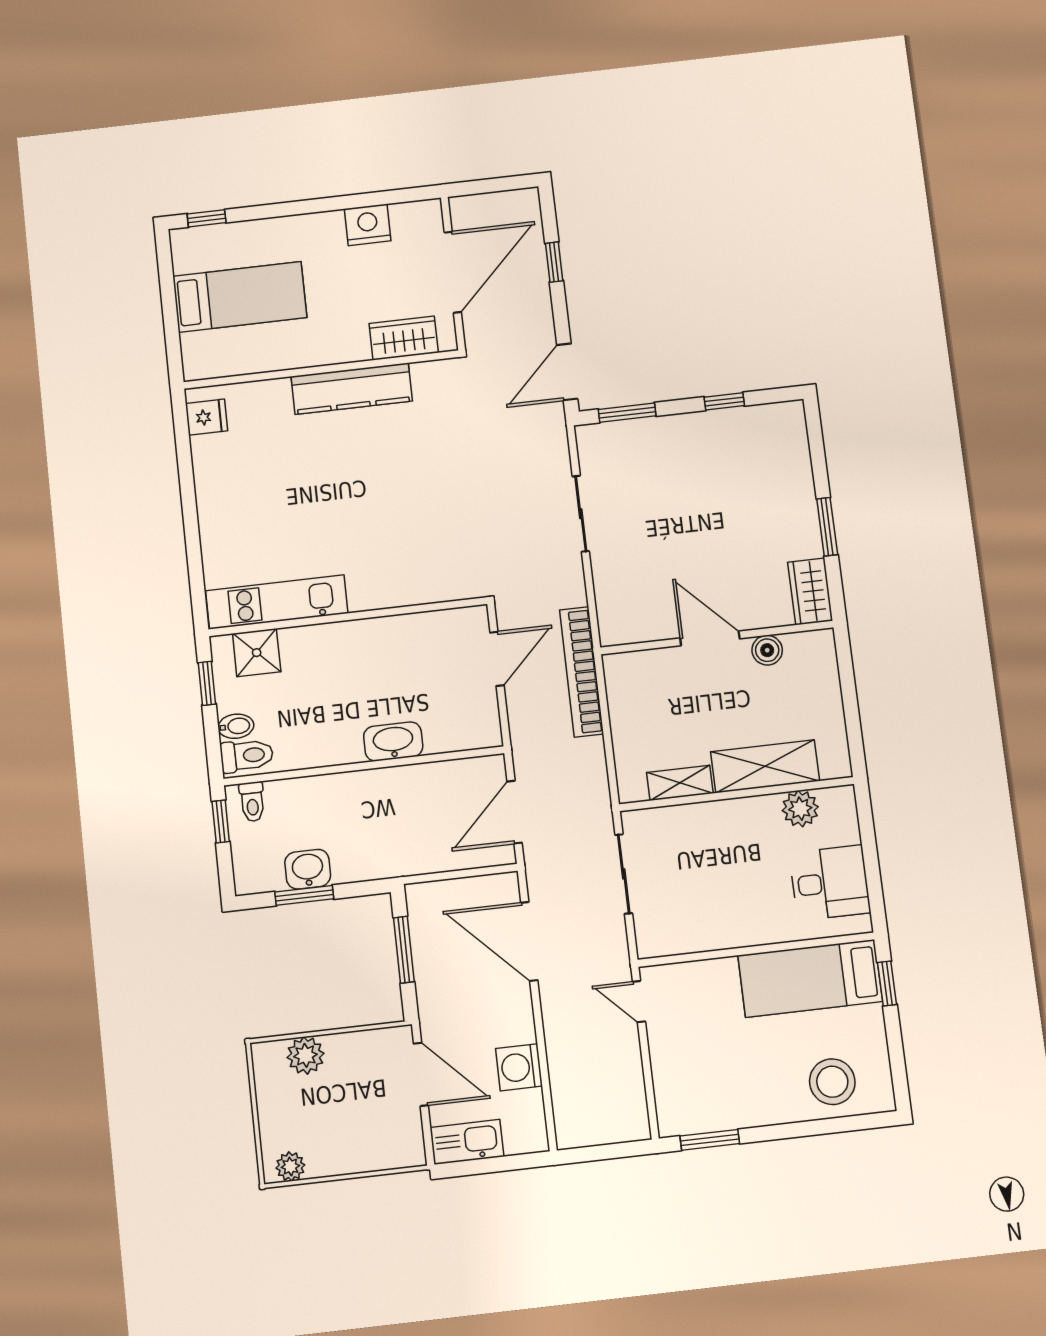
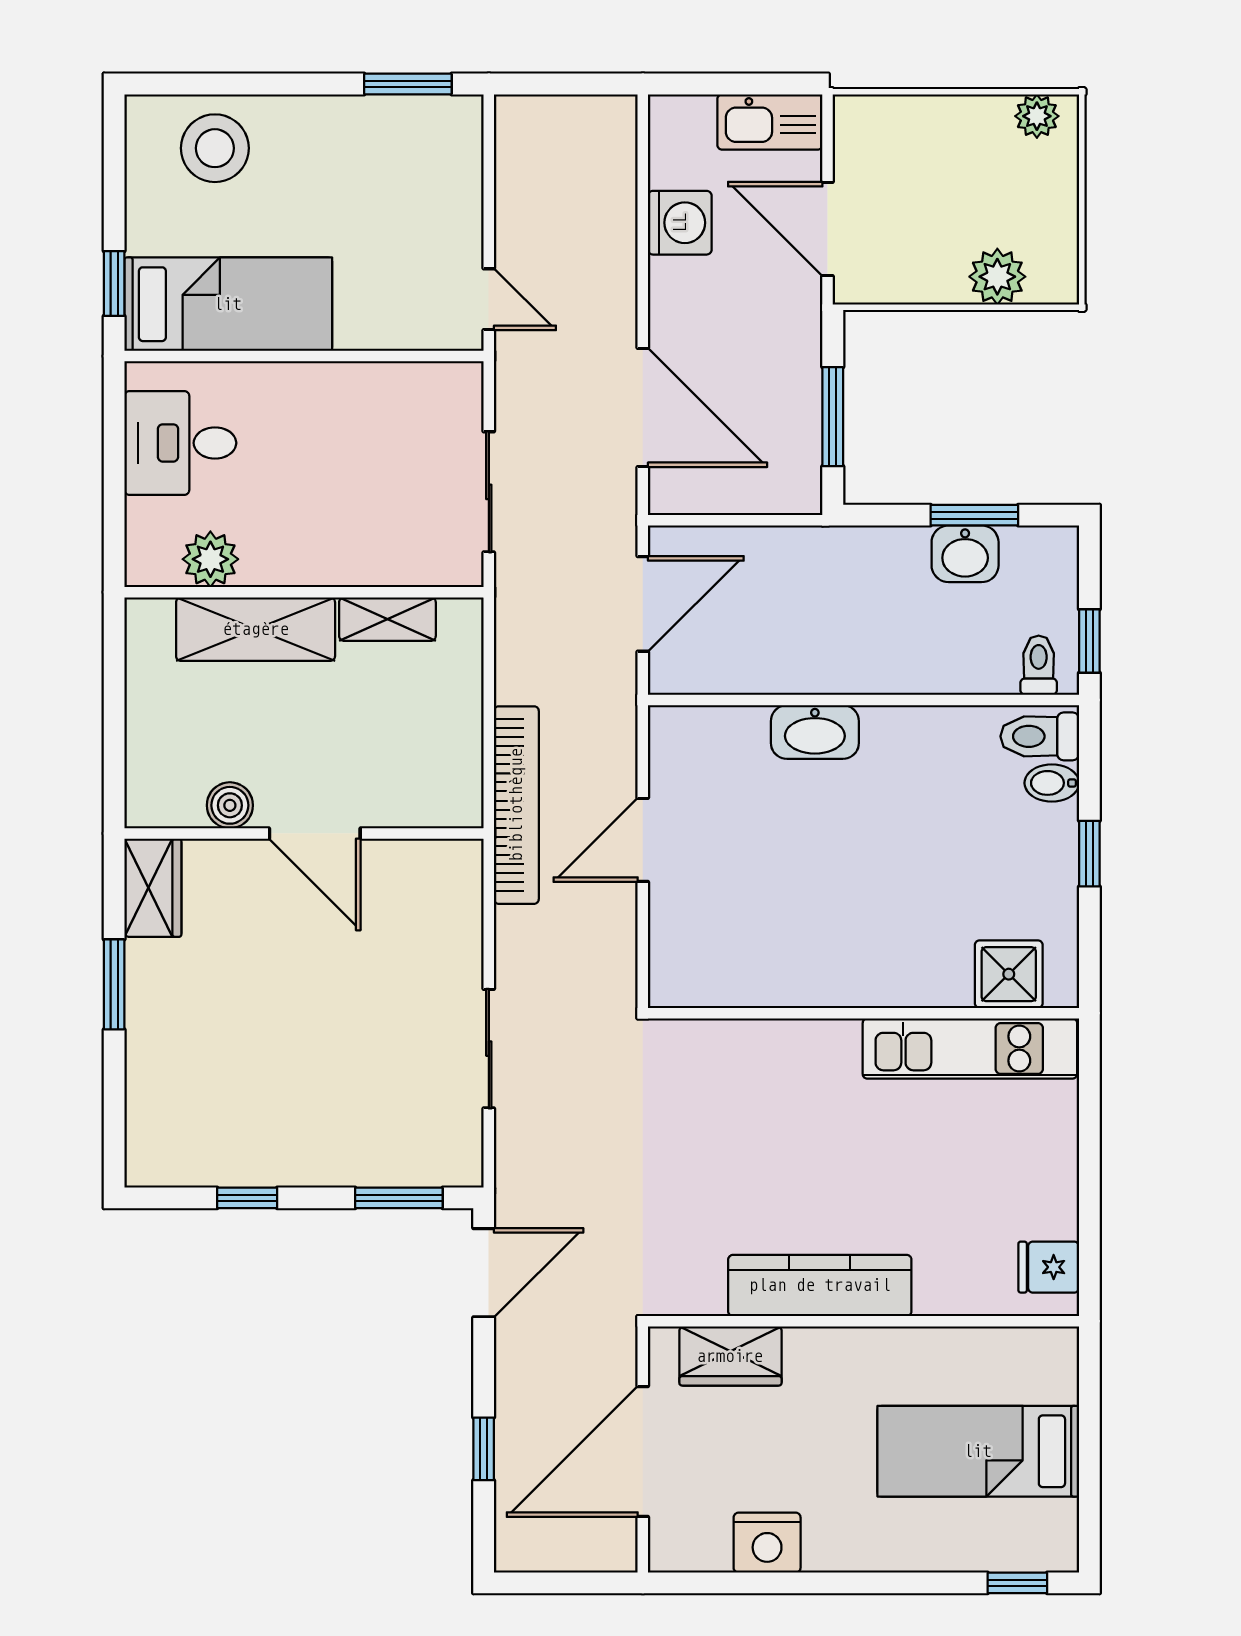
kitchen unit: (277, 602) -> (970, 1048), moved
wall: (348, 617) -> (864, 1013), moved
shower: (257, 653) -> (1009, 974), moved

